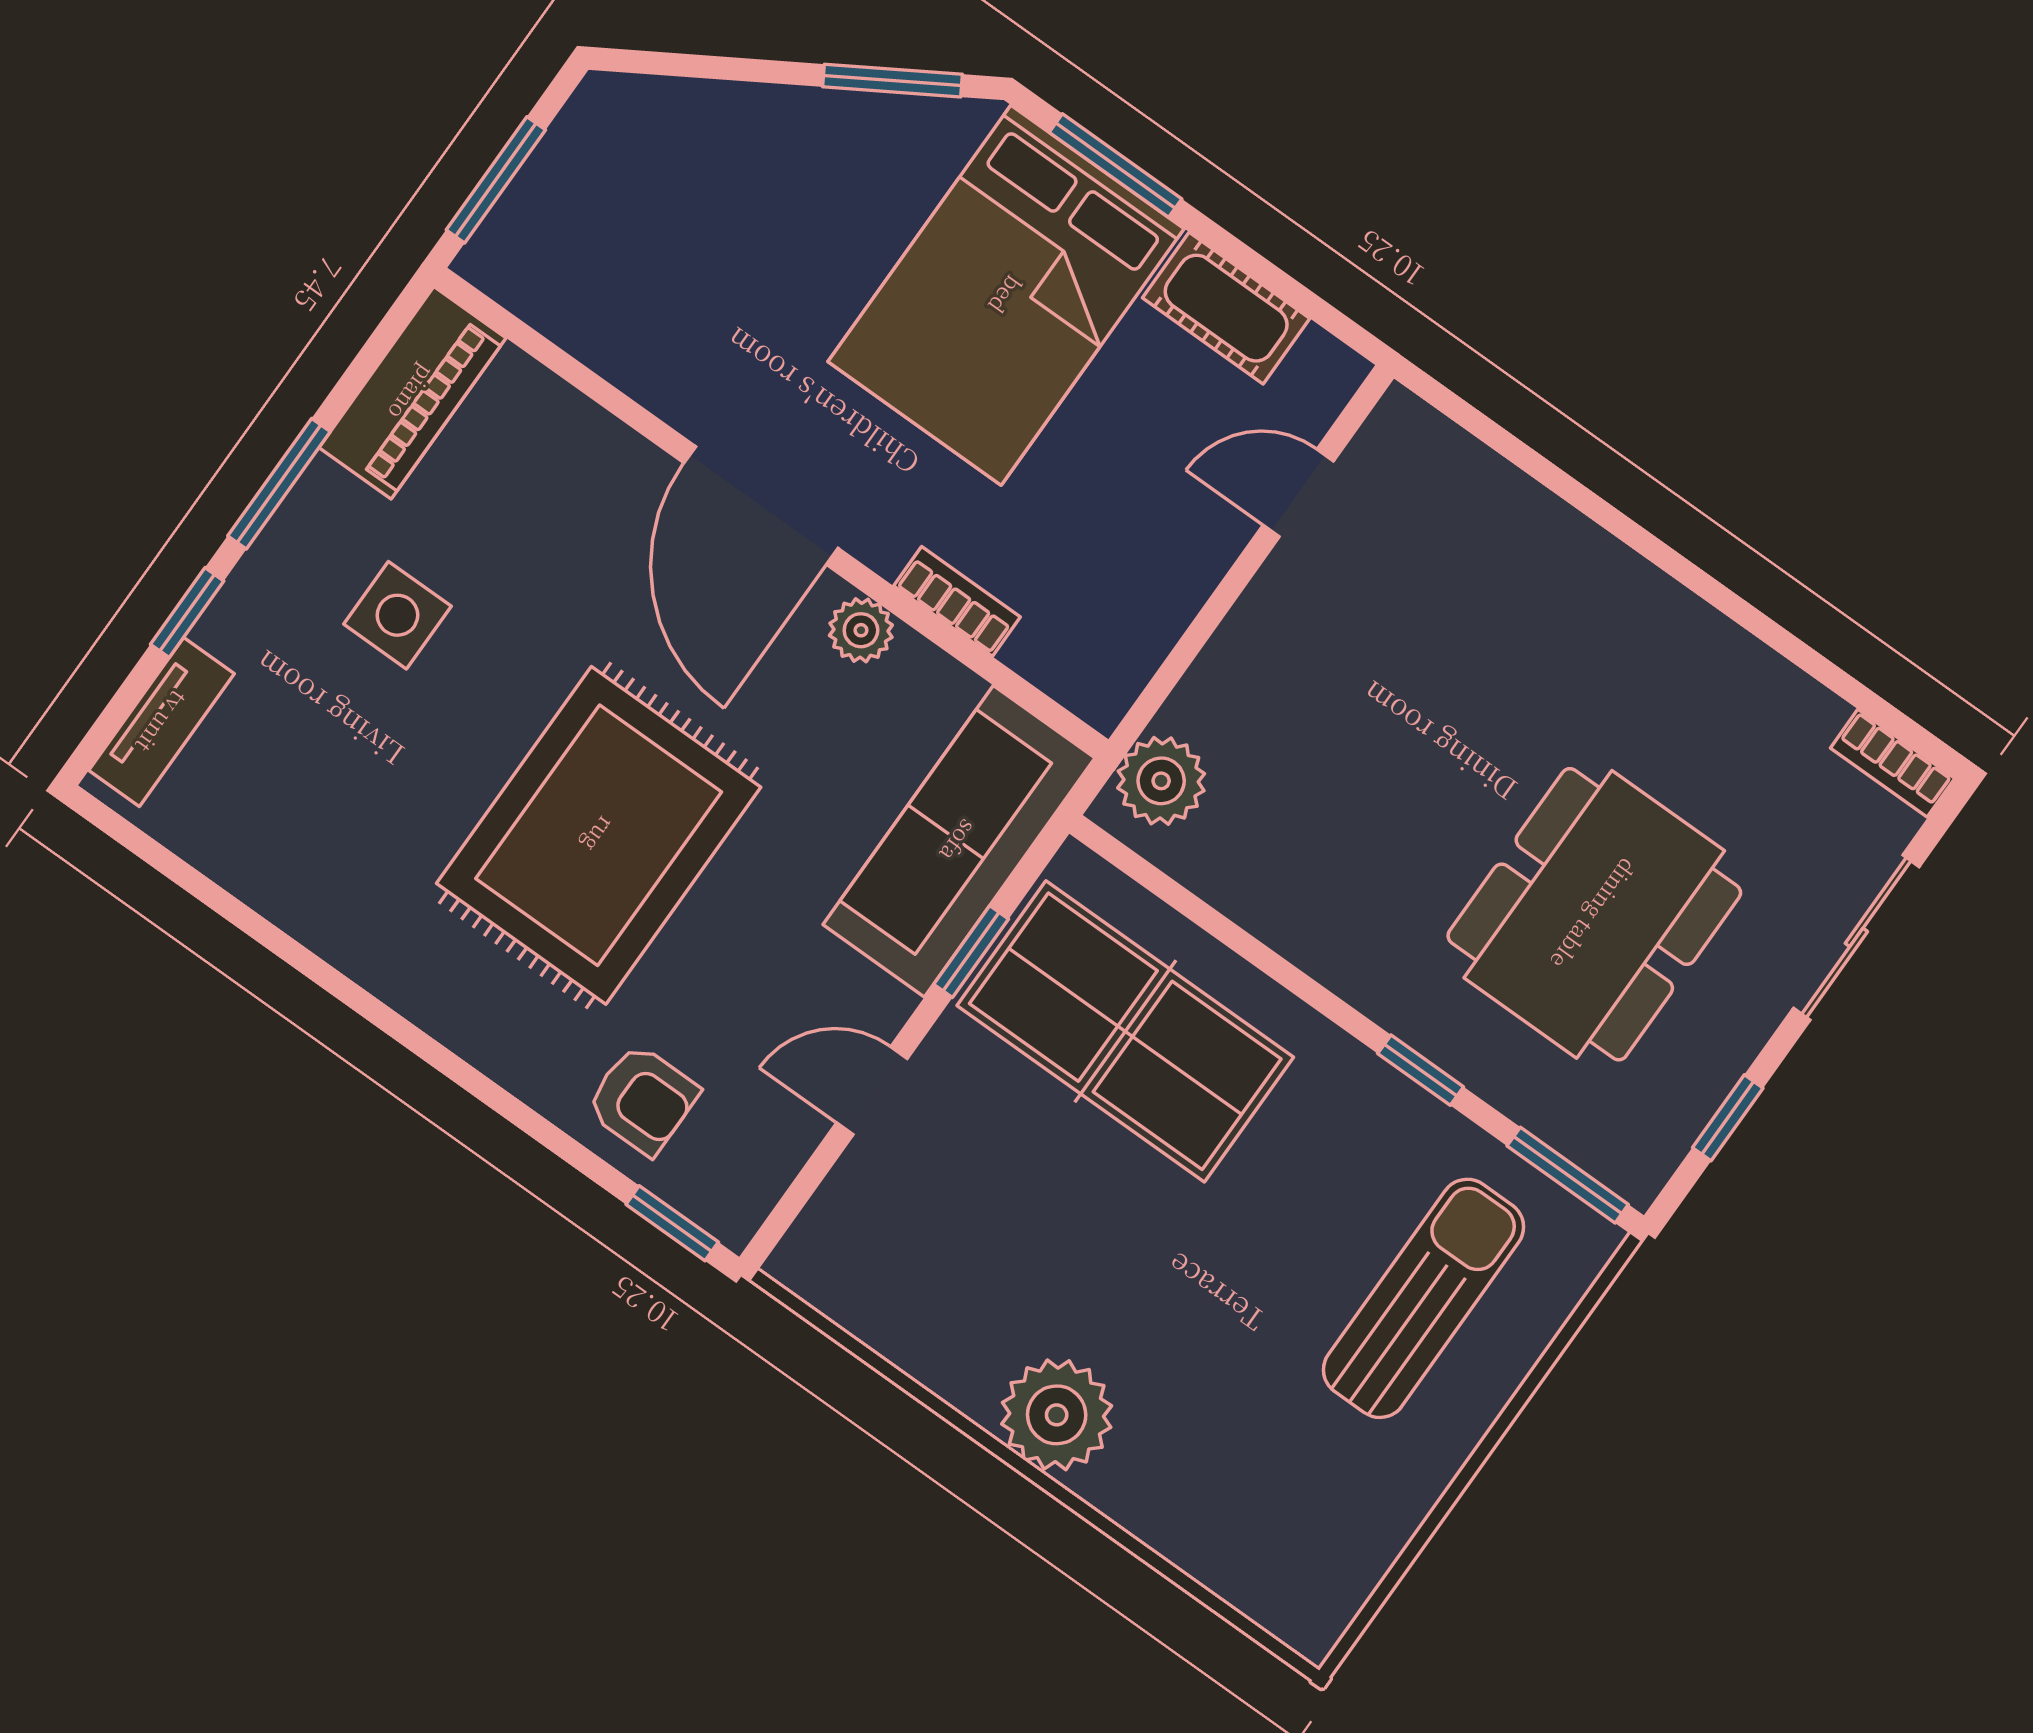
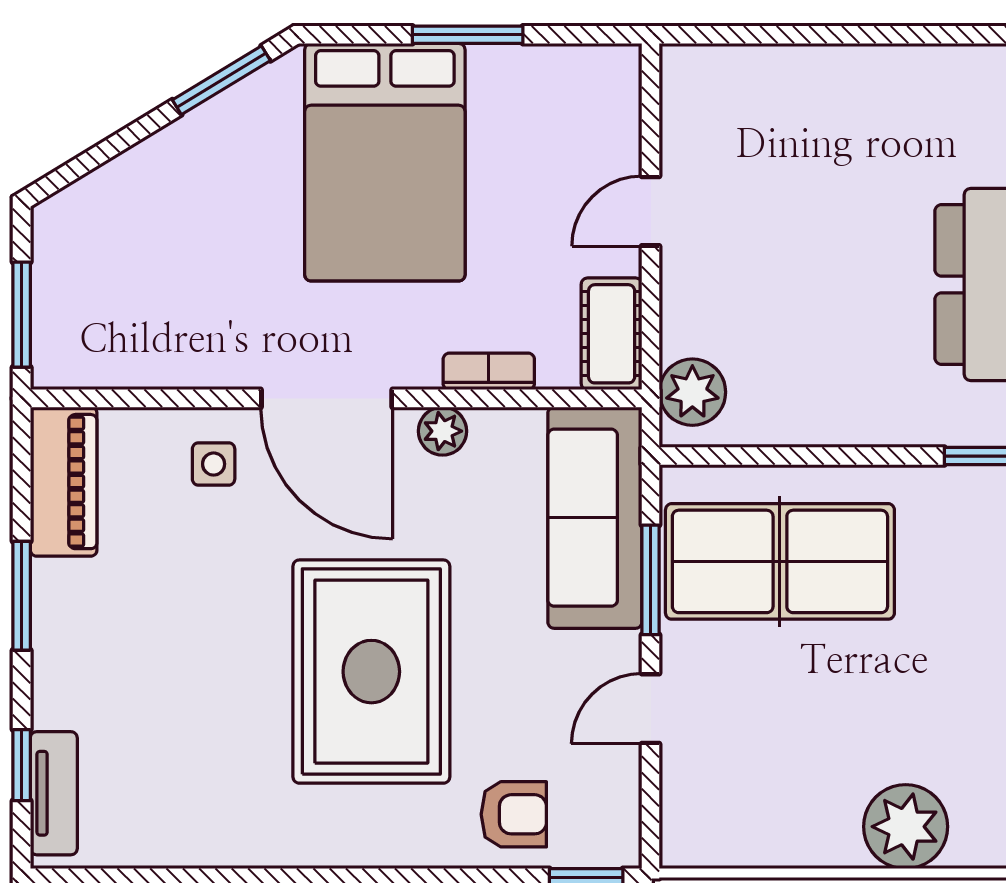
window: (1115, 166) -> (468, 35), moved
cot: (1226, 308) -> (612, 334), moved, turned 90
door: (1298, 493) -> (651, 211), moved
window: (187, 613) -> (22, 765), moved
side table: (397, 615) -> (214, 464), moved, width x0.73, depth x0.73
window: (971, 952) -> (651, 580), width x1.50

